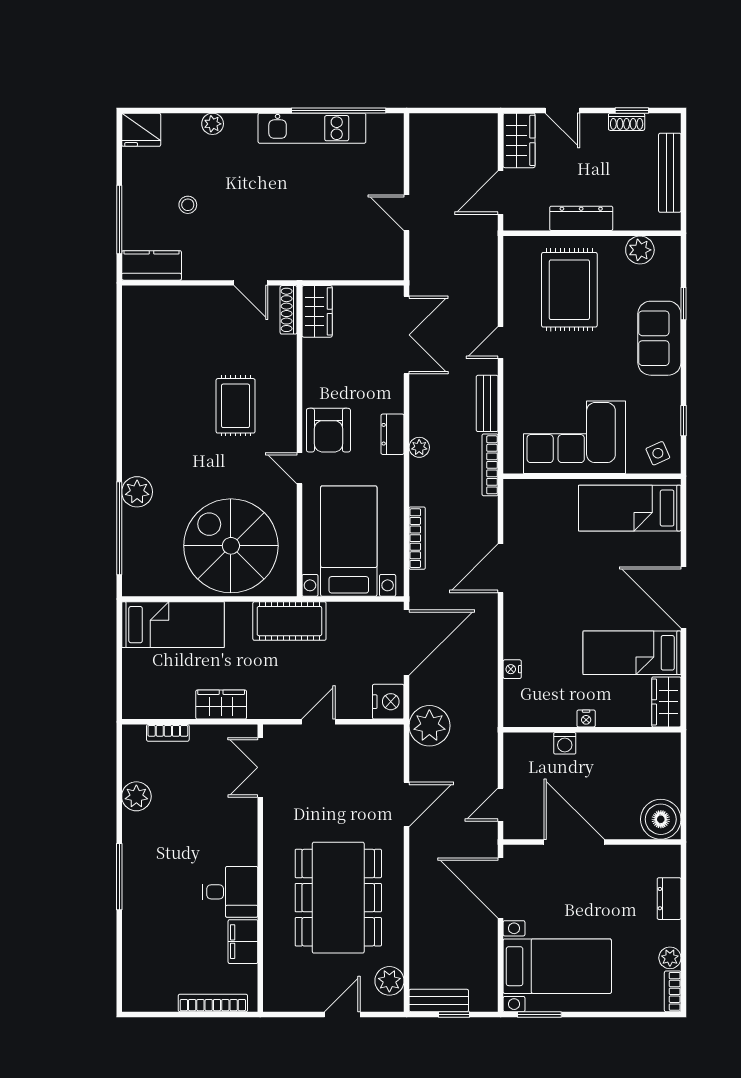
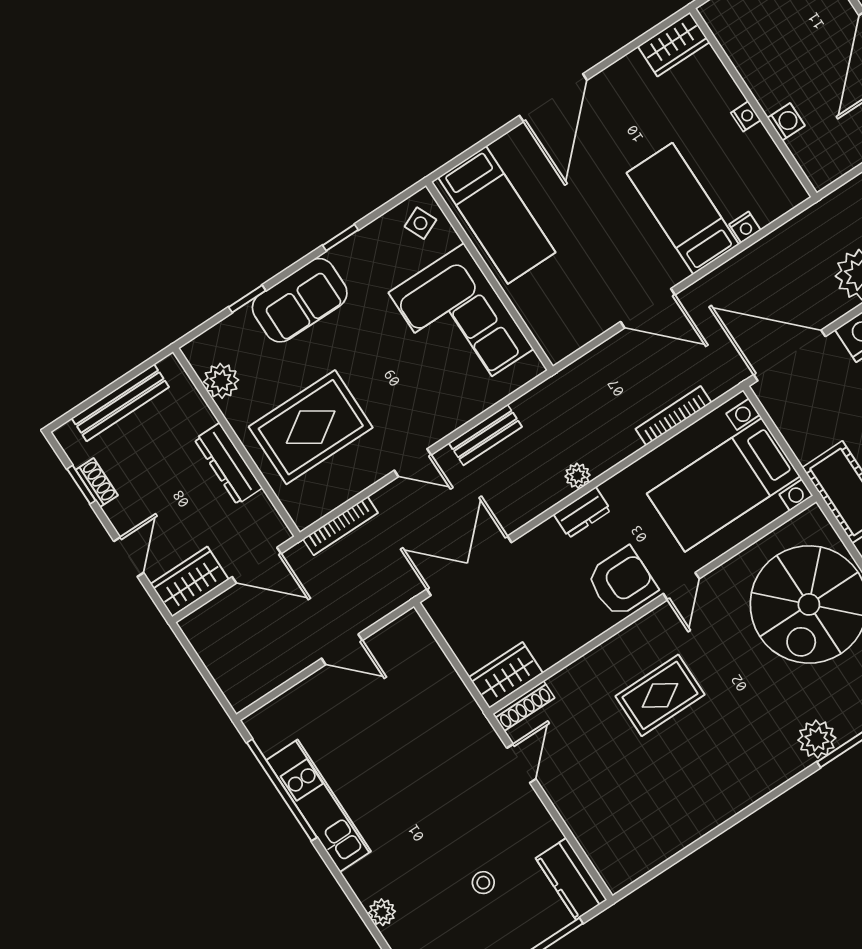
door: (407, 213) -> (342, 649), hinge flipped
window: (683, 421) -> (340, 238), moved
bookcase: (490, 465) -> (340, 526), moved
bed: (632, 653) -> (683, 209), moved, turned 180

